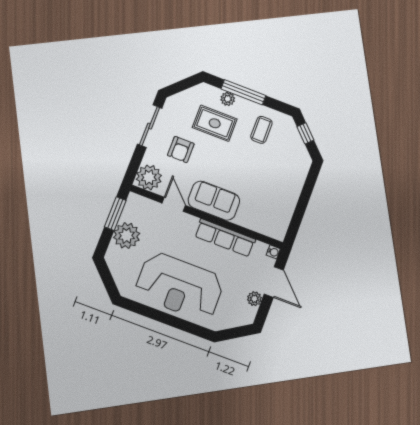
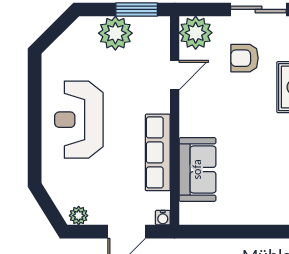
sofa: (214, 201) -> (197, 169), moved
reception desk: (180, 286) -> (79, 120), width x0.74, depth x0.77
plant: (254, 299) -> (79, 216), moved

